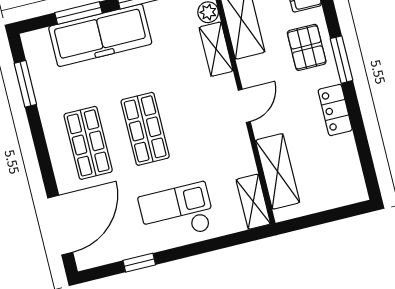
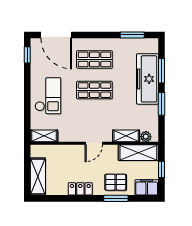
window: (341, 60) -> (116, 198), moved
door: (244, 106) -> (94, 143), hinge flipped
shelving: (278, 171) -> (38, 177), moved, turned 90
window: (139, 263) -> (27, 55), moved

